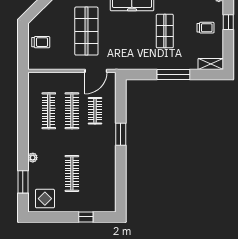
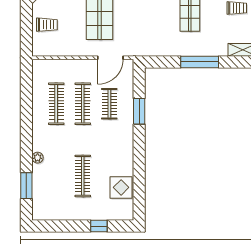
window: (121, 134) -> (139, 111), moved
display table: (45, 199) -> (121, 187), moved

